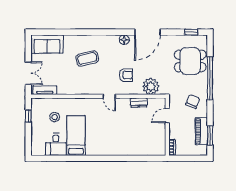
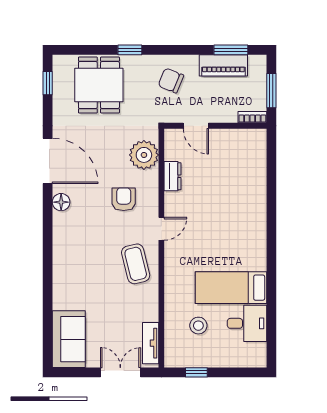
coffee table: (87, 59) -> (136, 264), moved
window: (210, 78) -> (130, 50), width x0.32
window: (187, 158) -> (271, 91), added

